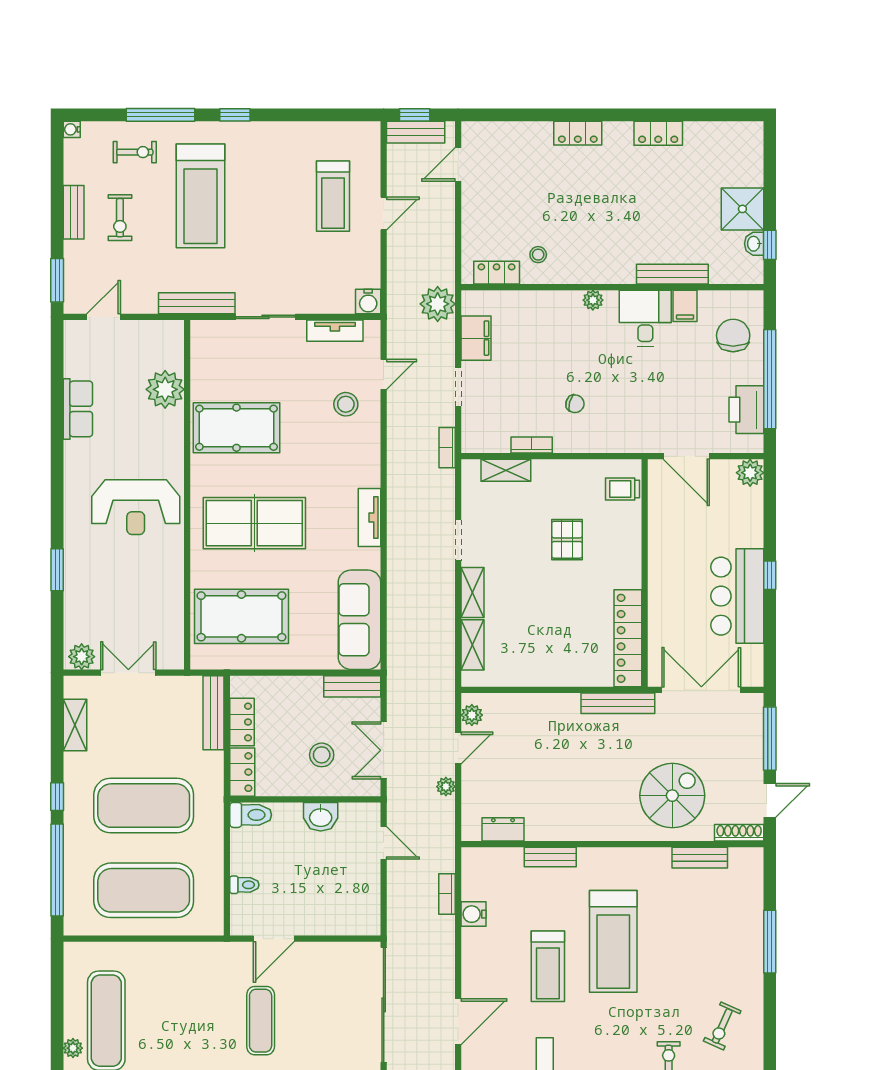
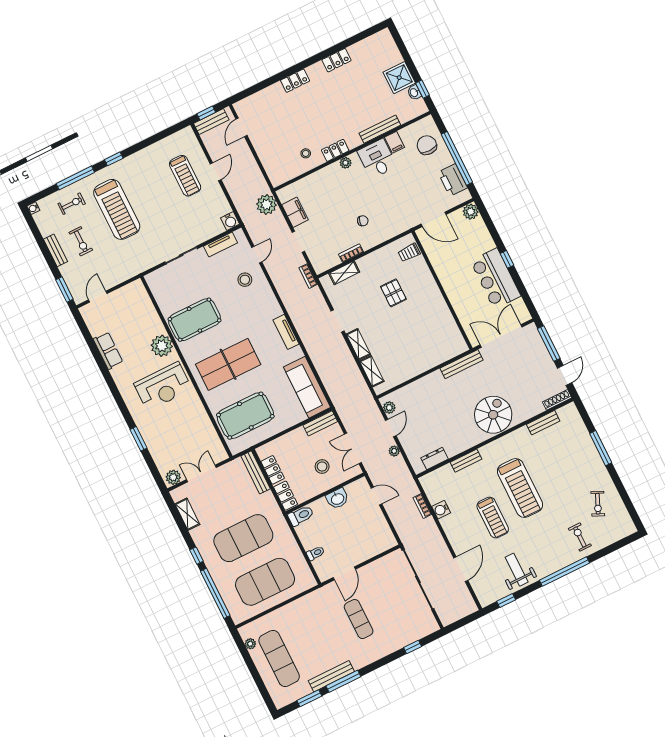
locker: (497, 273) -> (335, 150), moved
bench: (197, 303) -> (142, 266), removed
plant: (165, 389) -> (162, 346), moved
locker: (628, 638) -> (450, 328), removed
spiral stairs: (672, 796) -> (493, 415), moved
plant: (73, 1048) -> (250, 644), moved

